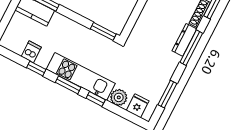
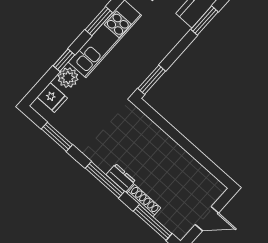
dresser: (184, 40) -> (121, 178), width x0.70
window: (96, 99) -> (64, 60), moved

